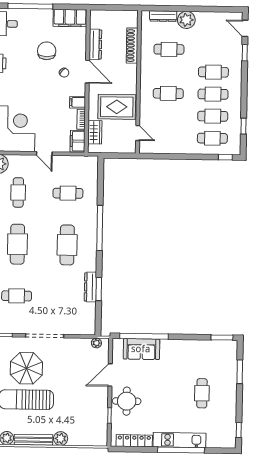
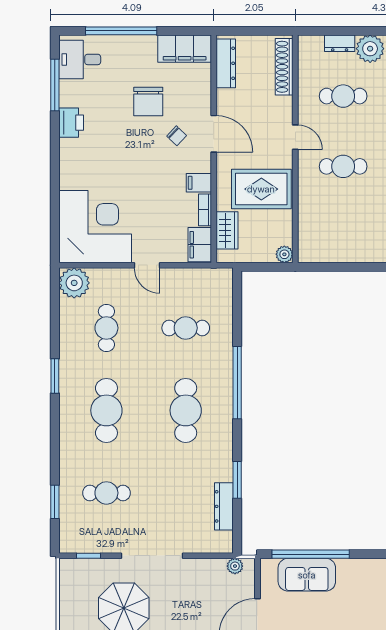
dresser: (163, 16) -> (340, 43), width x0.70
dresser: (95, 44) -> (226, 63), moved
shoe rack: (132, 46) -> (284, 67), moved
chair: (47, 51) -> (148, 101), turned 180
door: (138, 133) -> (295, 137), moved
plant: (131, 148) -> (284, 254), added
dresser: (90, 287) -> (224, 506), moved

